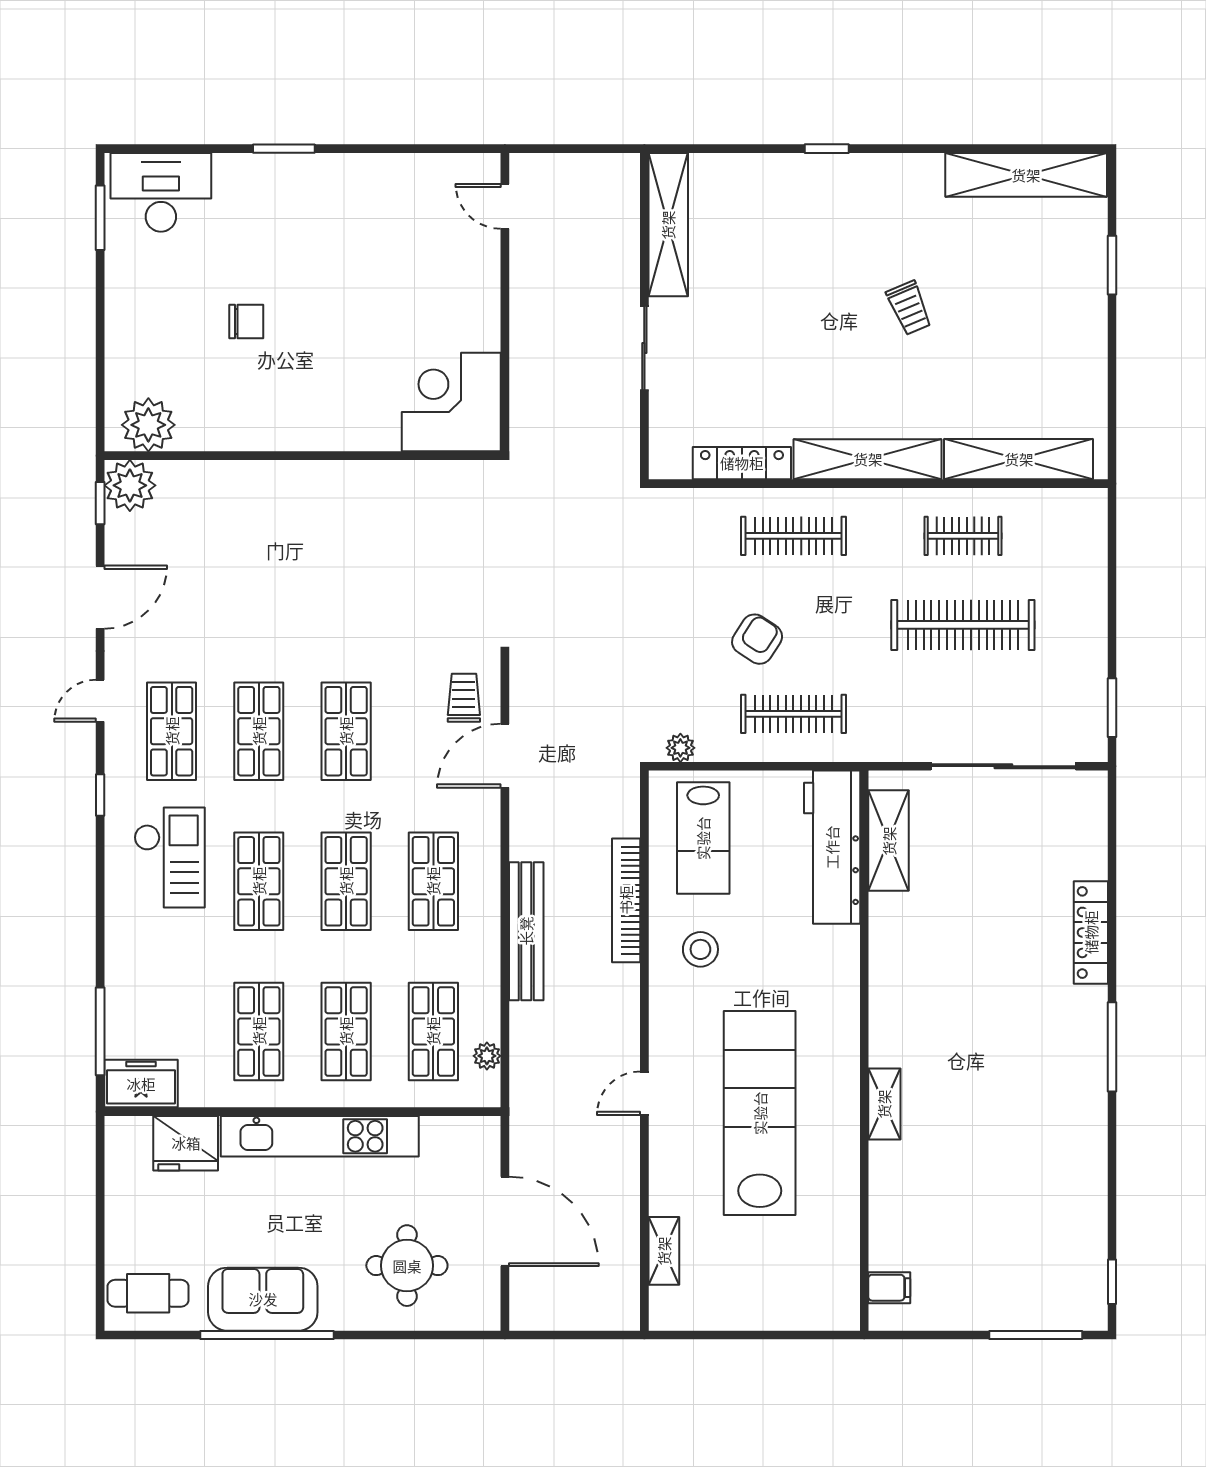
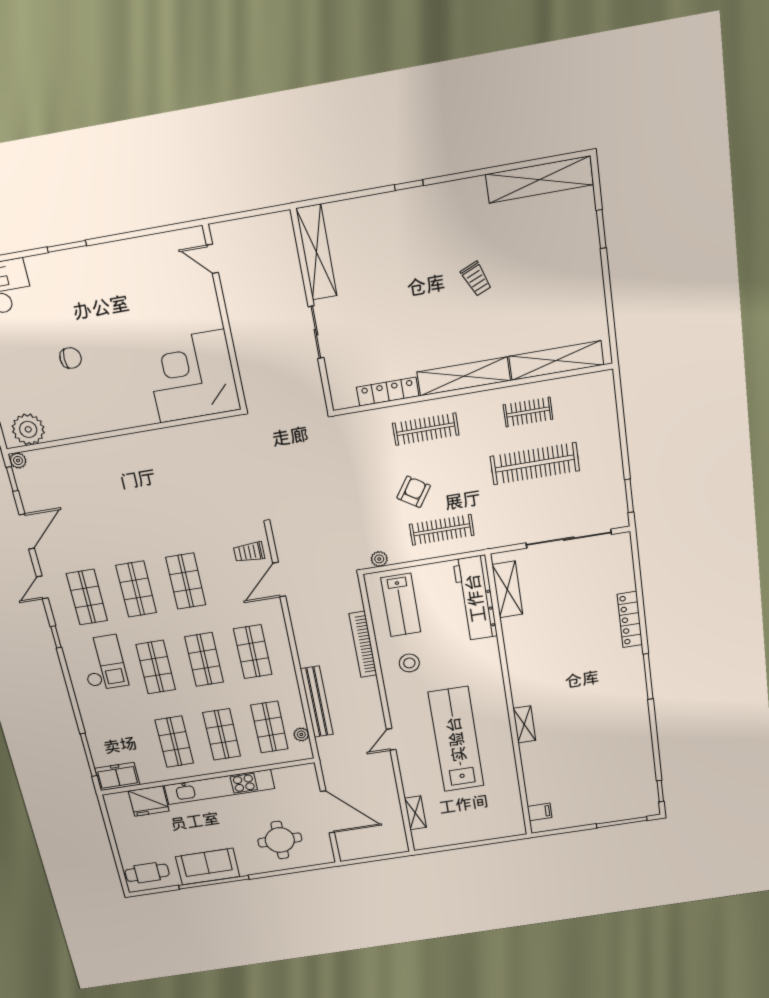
corner desk: (451, 402) -> (192, 376), width x1.36, depth x1.36
plant: (130, 485) -> (18, 460), width x0.53, depth x0.53
trolley: (464, 698) -> (249, 552), turned -90
bench: (526, 931) -> (317, 702), moved

